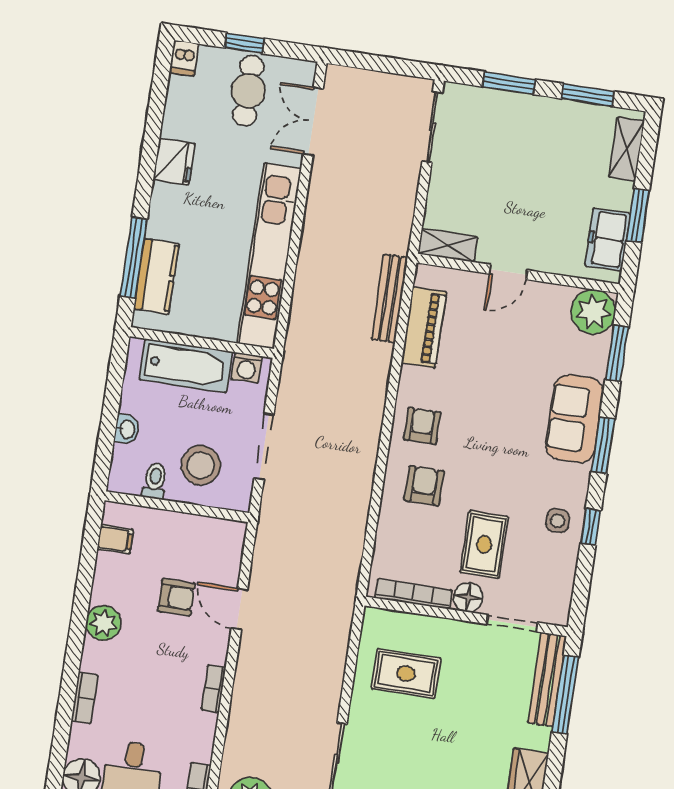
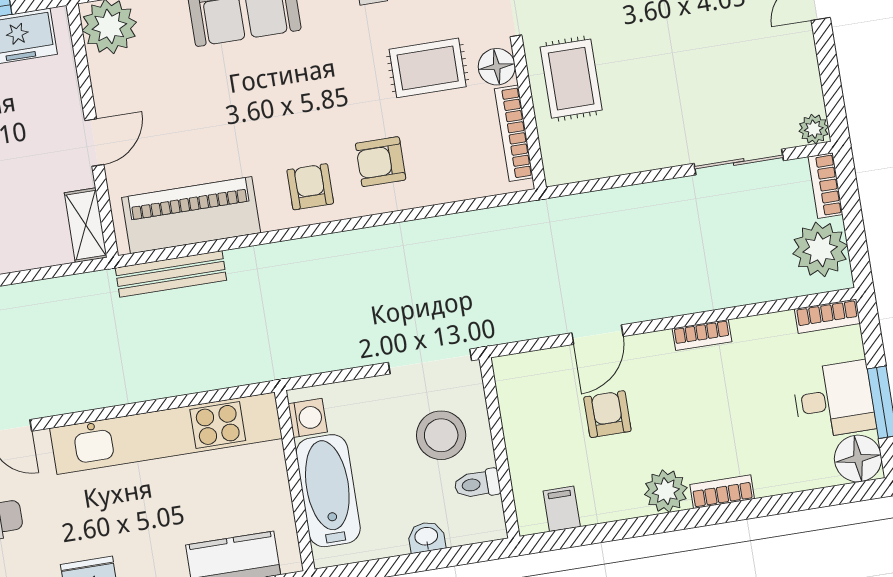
door: (508, 272) -> (94, 143), hinge flipped
piano: (424, 327) -> (191, 215), width x1.37, depth x1.33
armchair: (422, 426) -> (310, 187), turned 90
doorway: (264, 447) -> (430, 361), moved
rug: (406, 673) -> (571, 79), moved
bookcase: (84, 698) -> (722, 492), moved

